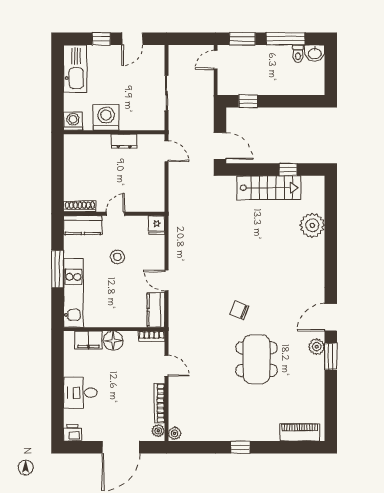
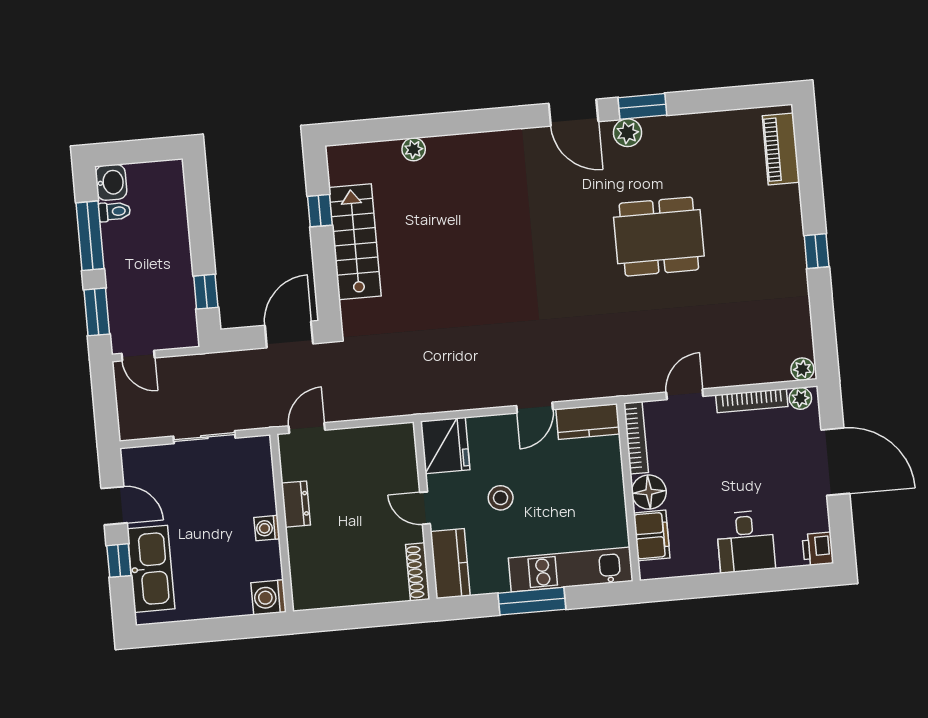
kitchen sink: (75, 69) -> (151, 569), moved, turned 90
washing machine: (106, 118) -> (267, 528), width x0.53, depth x0.53
fridge: (157, 225) -> (445, 445), width x1.88, depth x1.34
plant: (312, 225) -> (414, 149), width x0.53, depth x0.53
chair: (240, 310) -> (576, 274), removed
bookcase: (152, 336) -> (636, 438), width x1.56

